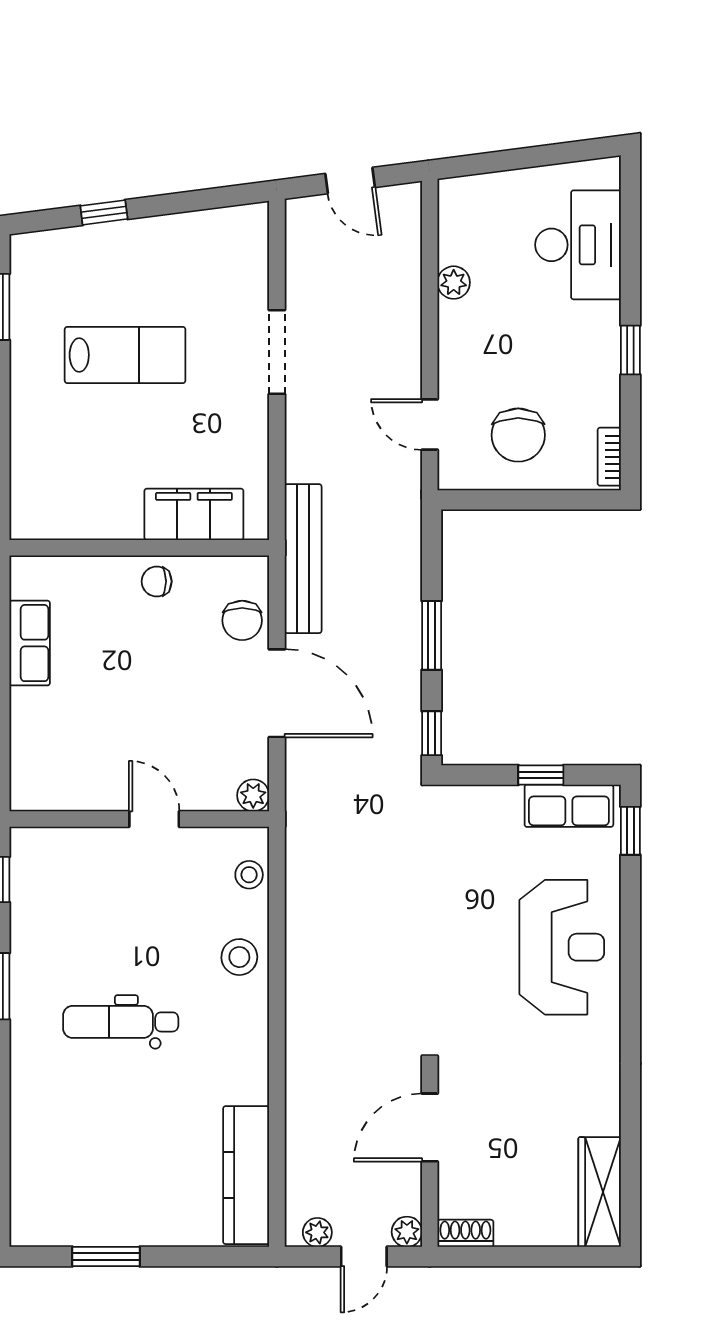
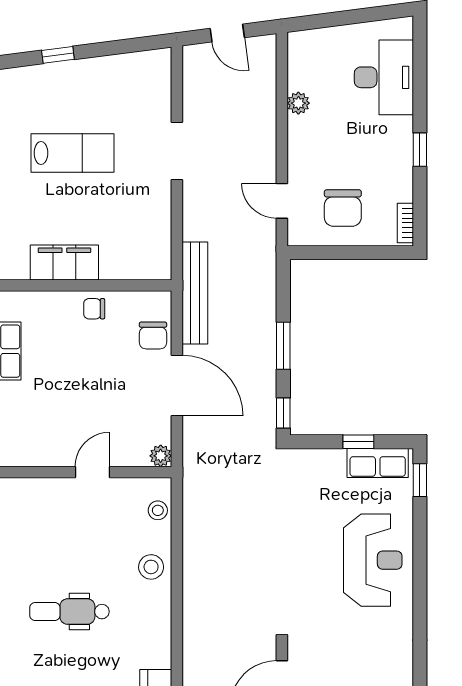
filing cabinet: (194, 514) -> (64, 263), moved
door: (154, 819) -> (93, 472), hinge flipped

